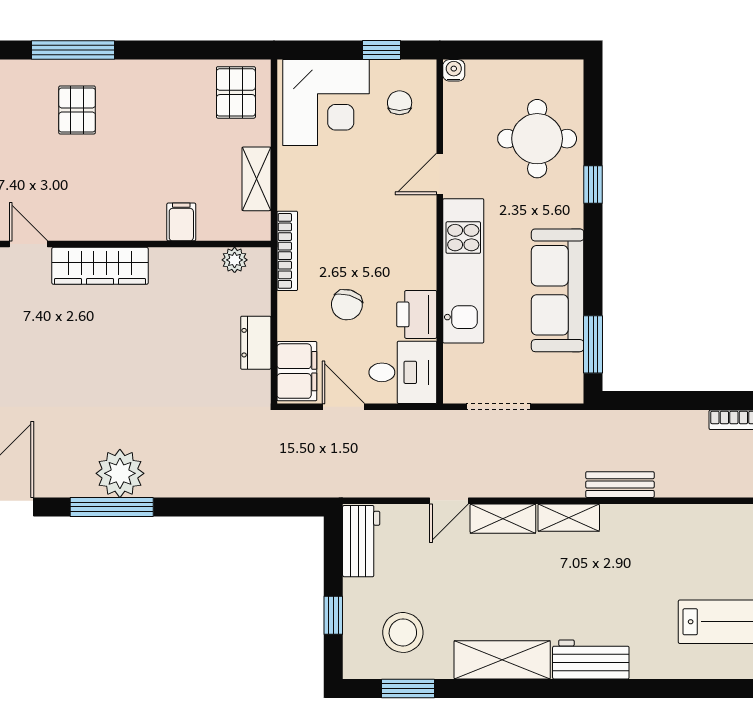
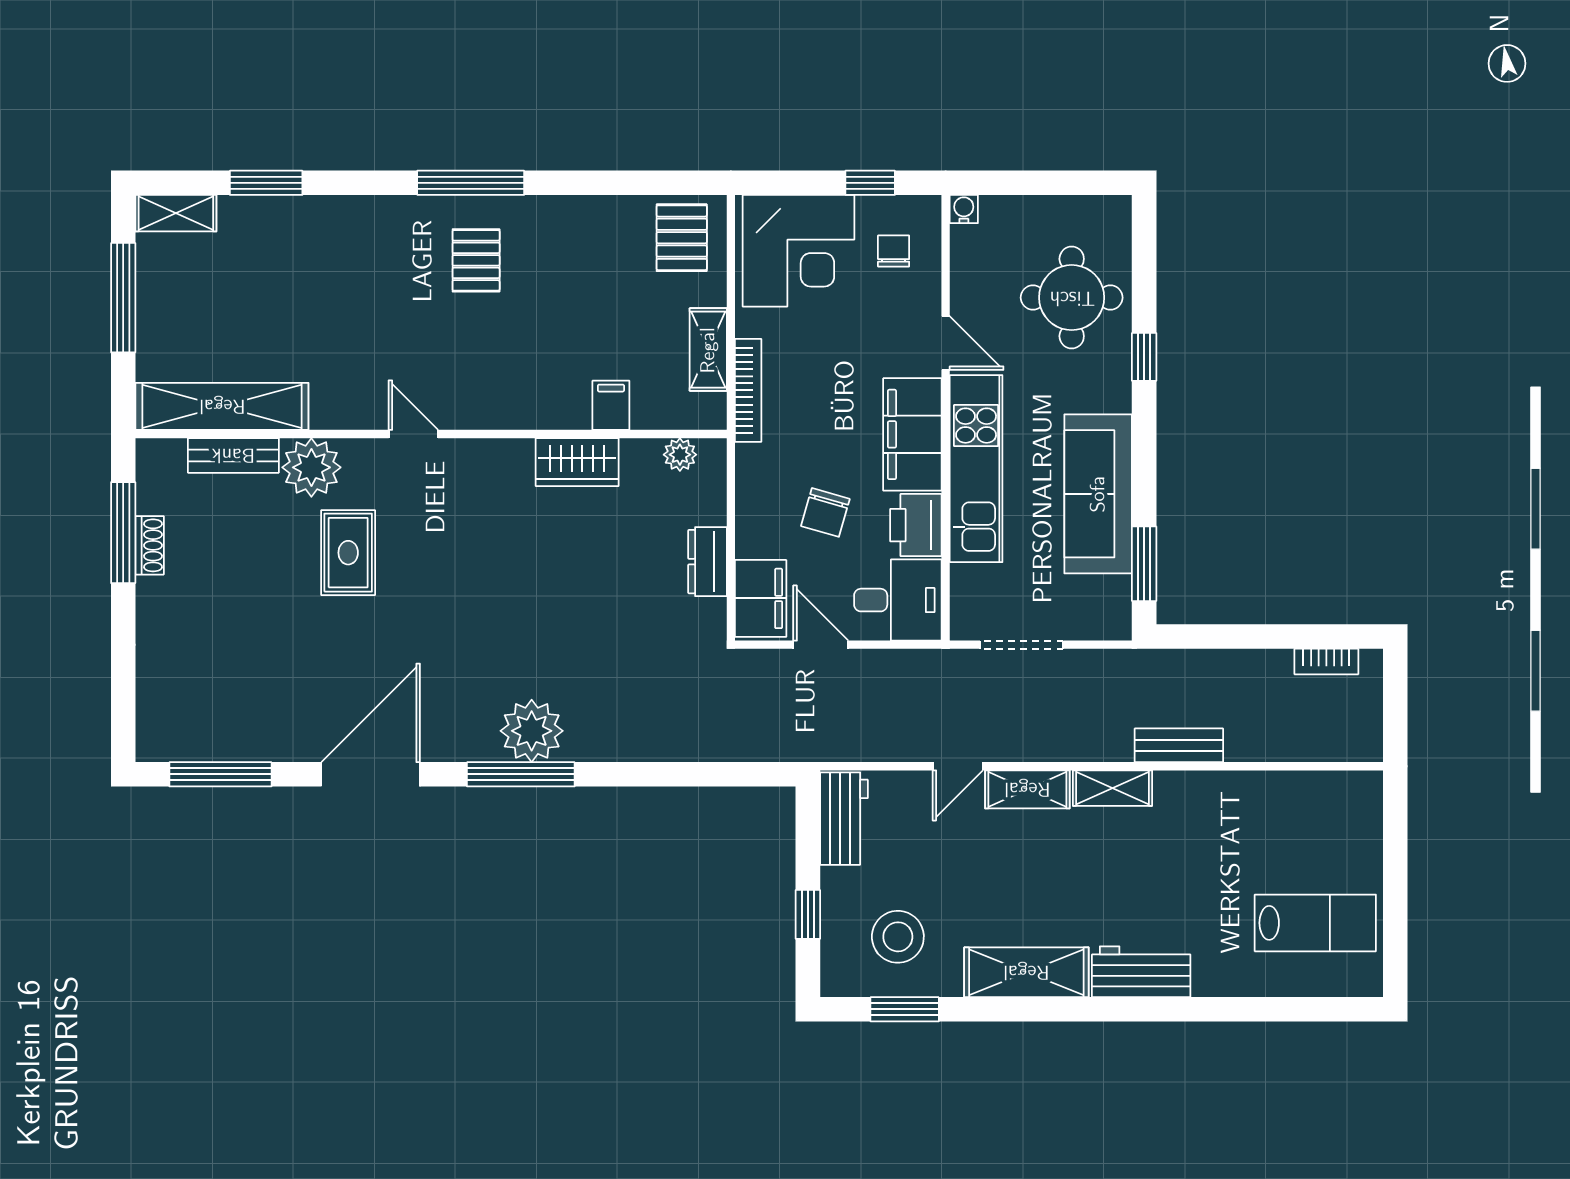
door: (440, 174) -> (946, 343), swing flipped
filing cabinet: (414, 244) -> (912, 434), added
bookcase: (287, 251) -> (748, 390), moved
wardrobe: (100, 266) -> (577, 462), moved, width x0.67

